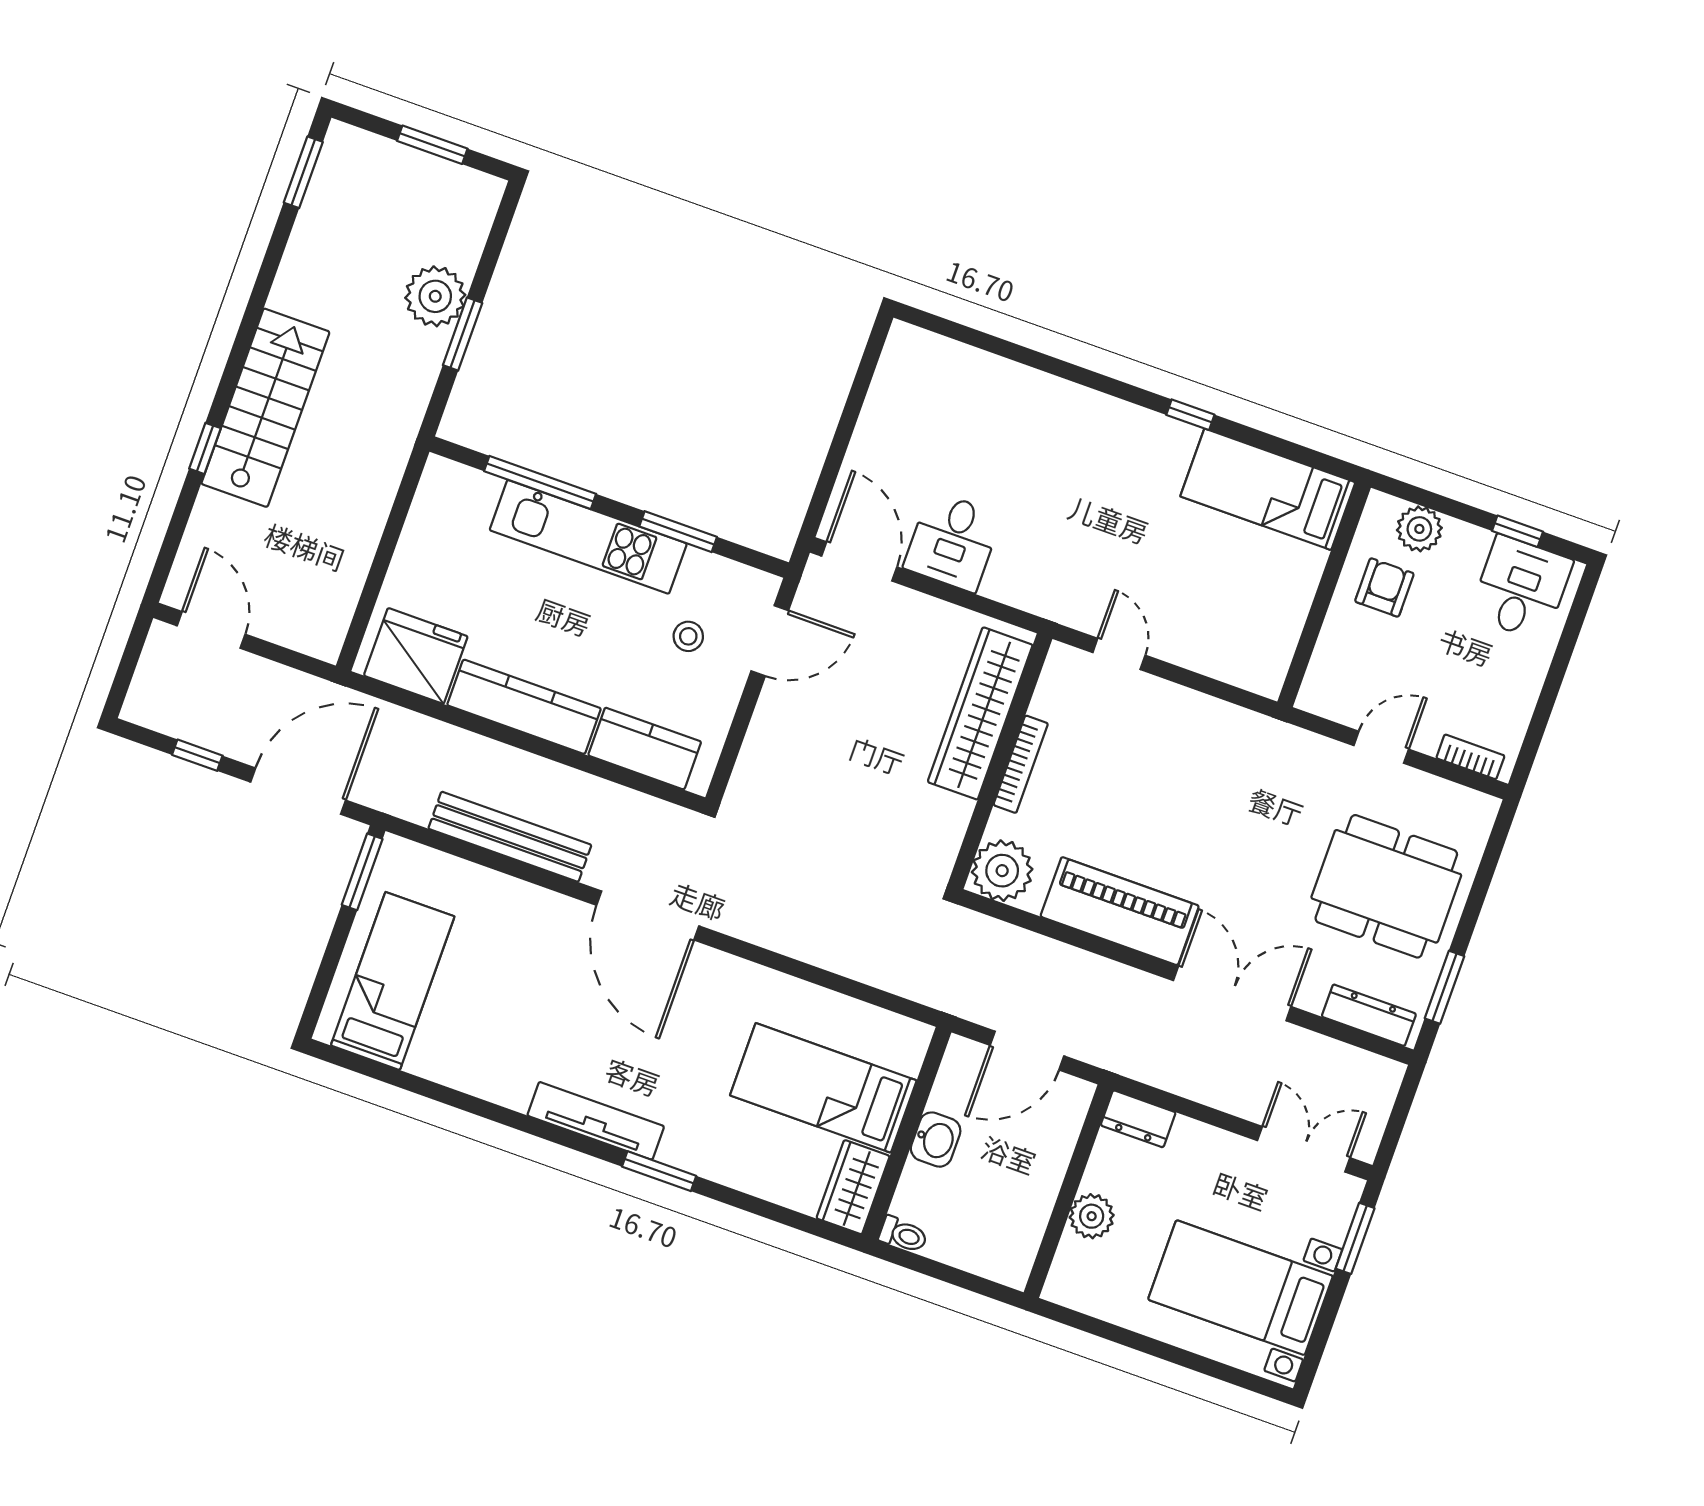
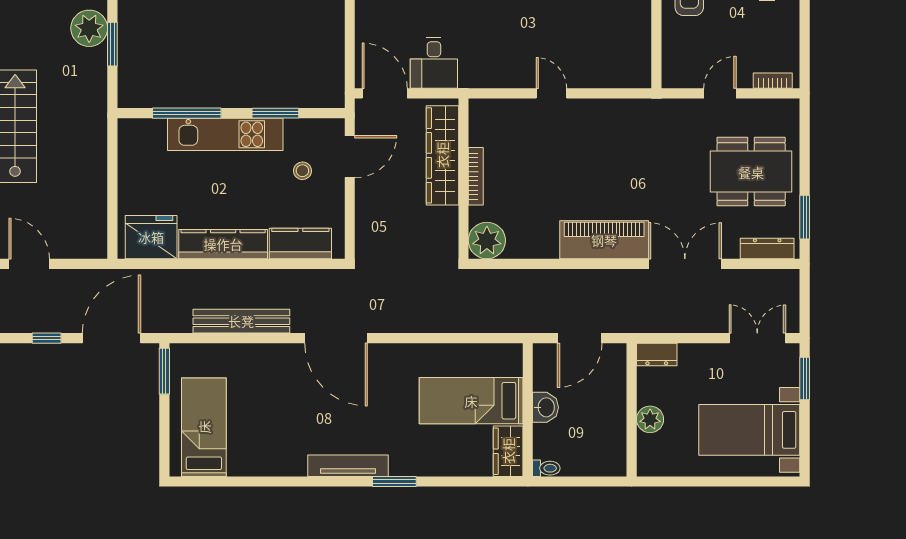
wardrobe: (980, 713) -> (442, 155), moved
wall: (1000, 761) -> (463, 179), moved
bookcase: (1021, 764) -> (476, 176), moved
plant: (1002, 871) -> (487, 241), moved

